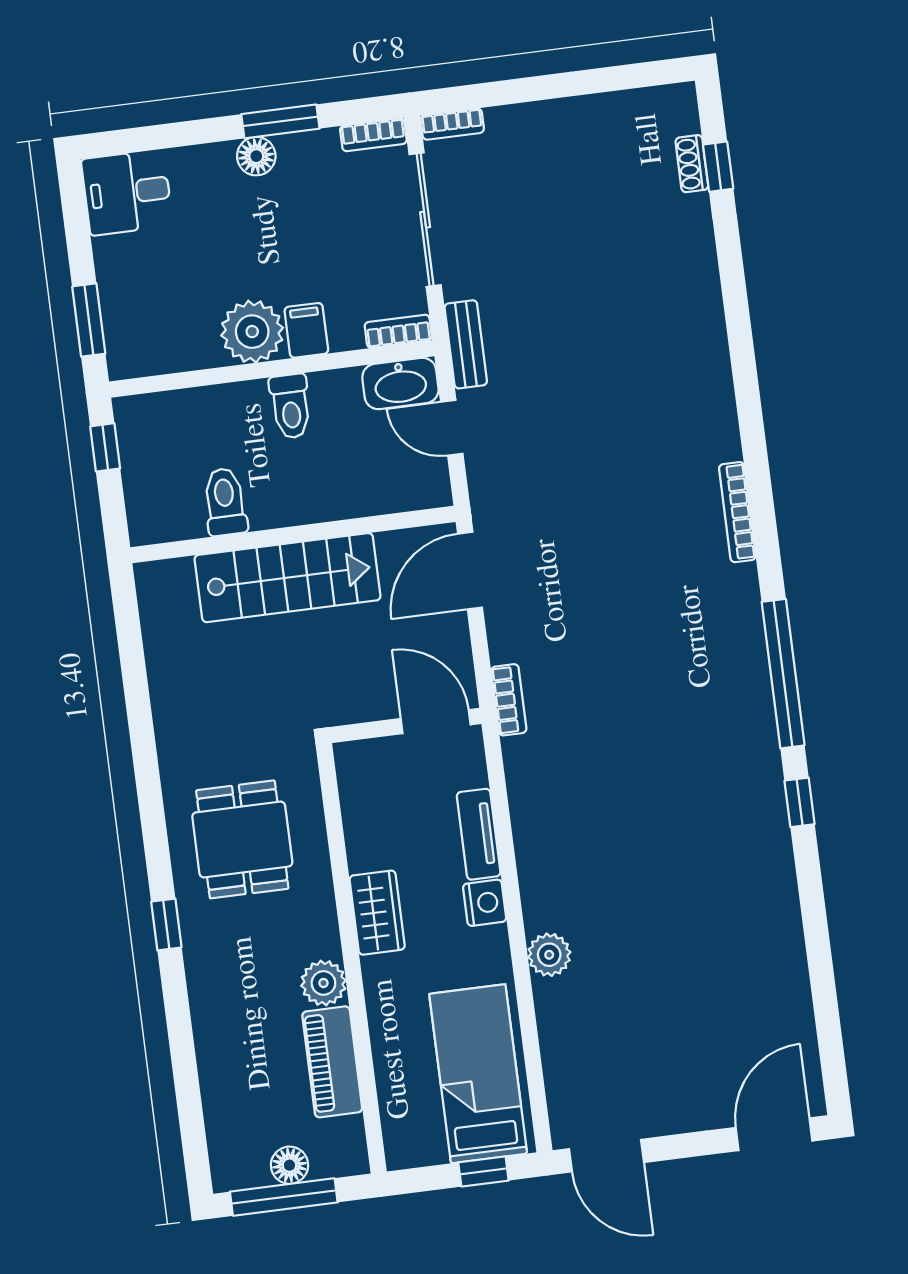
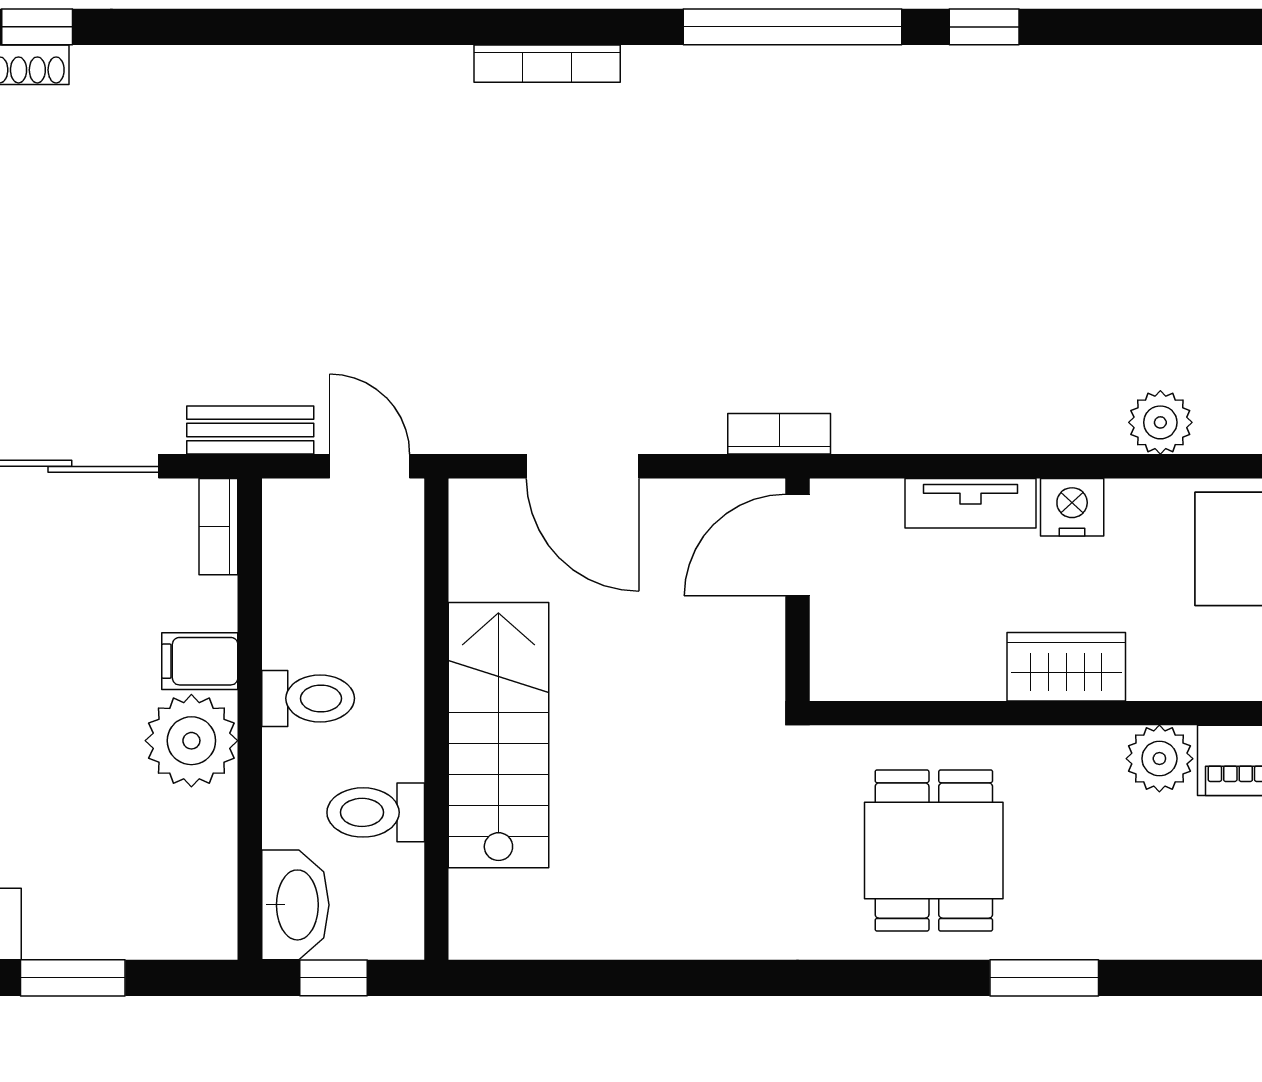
window: (89, 320) -> (73, 978), moved
washbasin: (400, 384) -> (295, 905), moved
door: (452, 428) -> (370, 466), swing flipped
toilet: (225, 502) -> (376, 812), moved
wall: (293, 535) -> (436, 719), moved
stairs: (288, 578) -> (498, 735), moved
dining table: (242, 839) -> (934, 851), turned 90
window: (166, 925) -> (1044, 978), width x1.50

